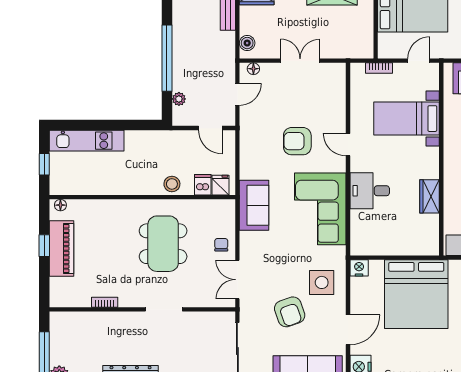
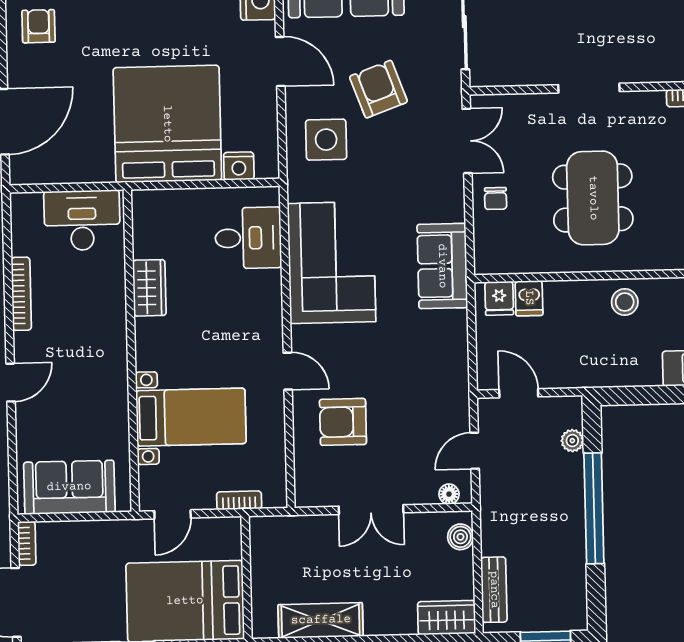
armchair: (297, 141) -> (343, 422), moved, turned 180
stool: (172, 184) -> (625, 302), moved
desk: (370, 191) -> (248, 238), moved
nightstand: (359, 268) -> (239, 166), moved
door: (348, 330) -> (280, 61), swing flipped

